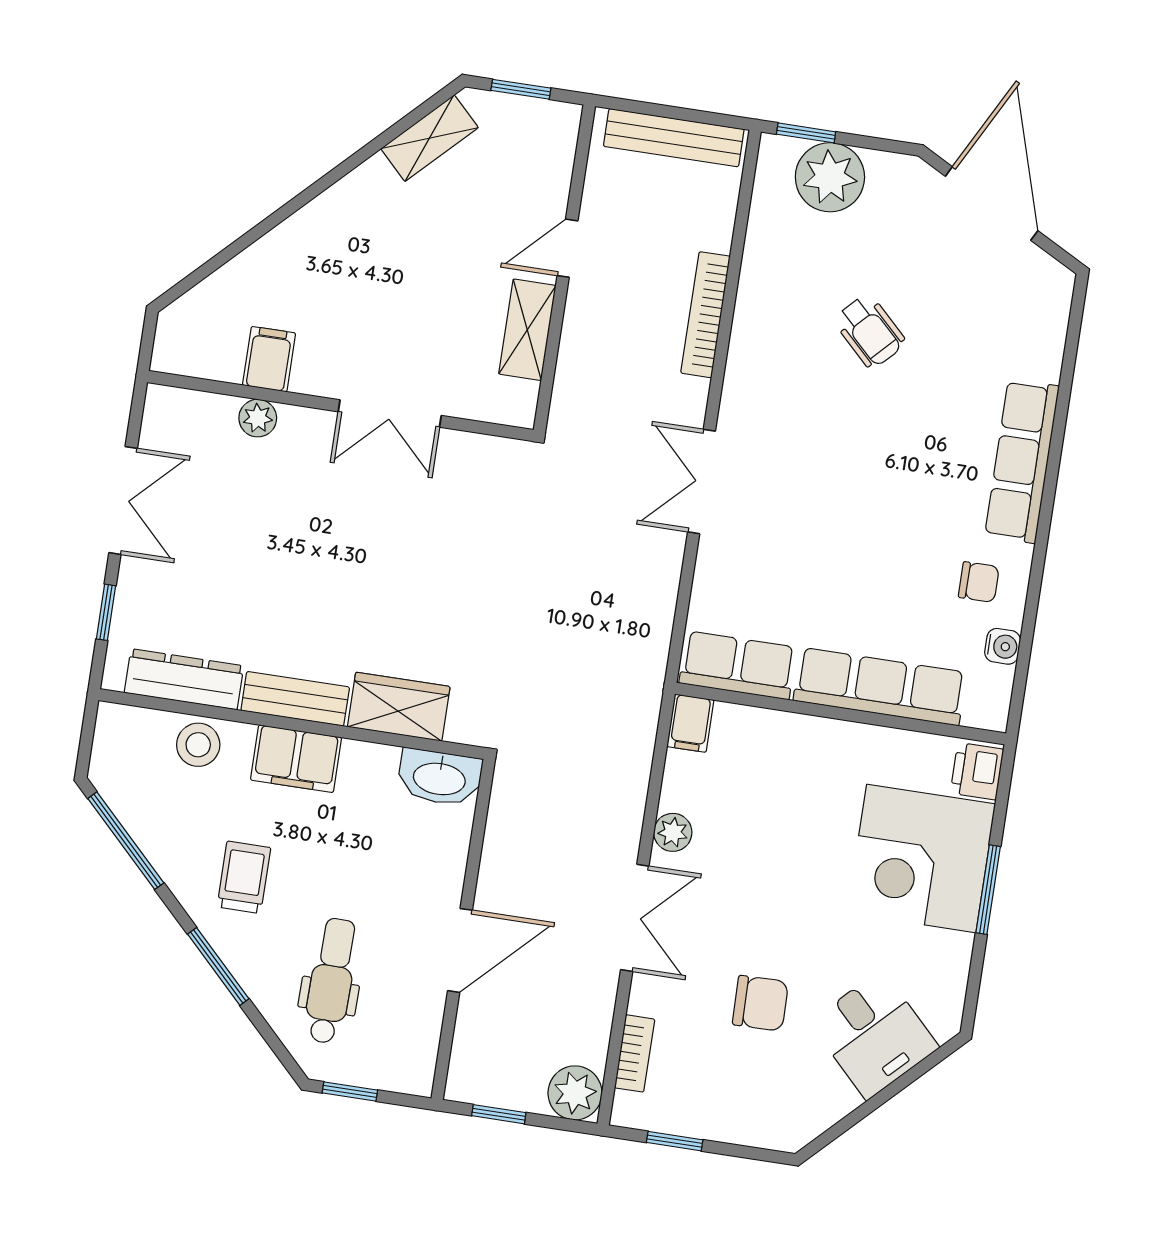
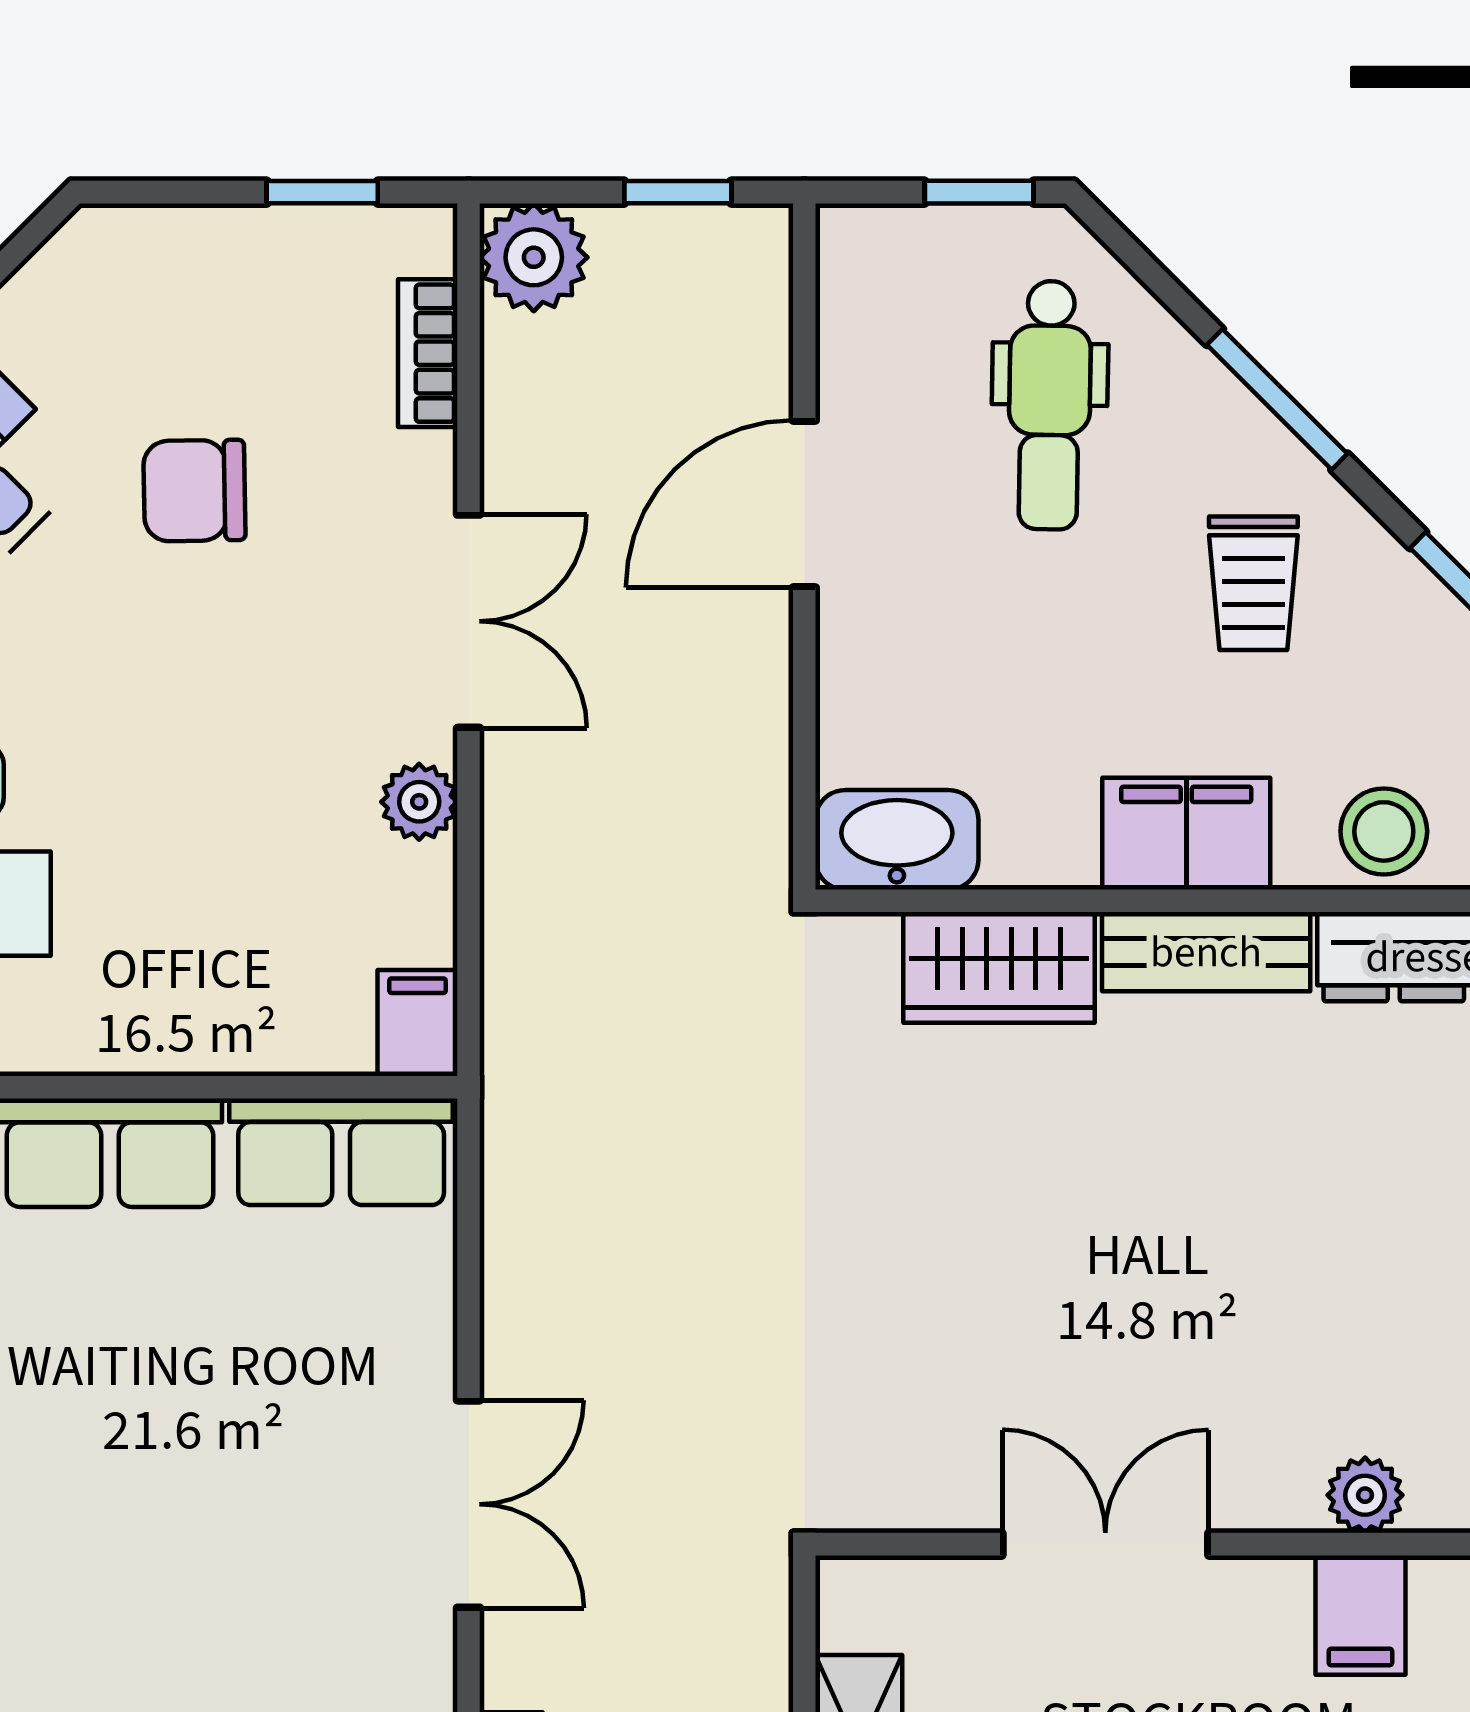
double door: (635, 918) -> (469, 621), swing flipped

